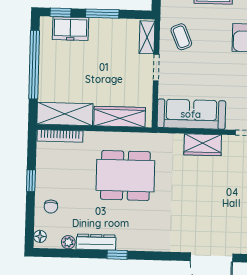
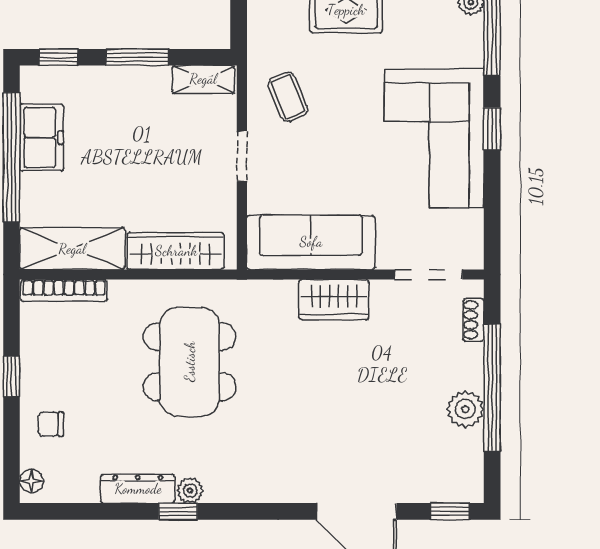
freezer: (70, 29) -> (42, 137), moved, turned -90
shelving: (147, 37) -> (203, 79), moved, turned 90
dining table: (125, 176) -> (190, 362), turned 90
chair: (51, 207) -> (51, 424), turned 90
plant: (68, 242) -> (190, 491), moved

